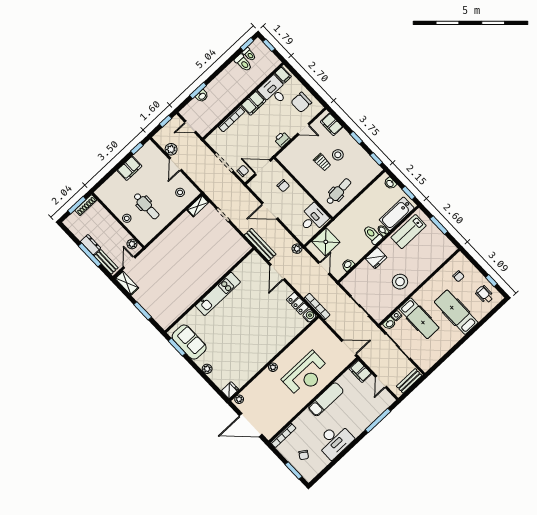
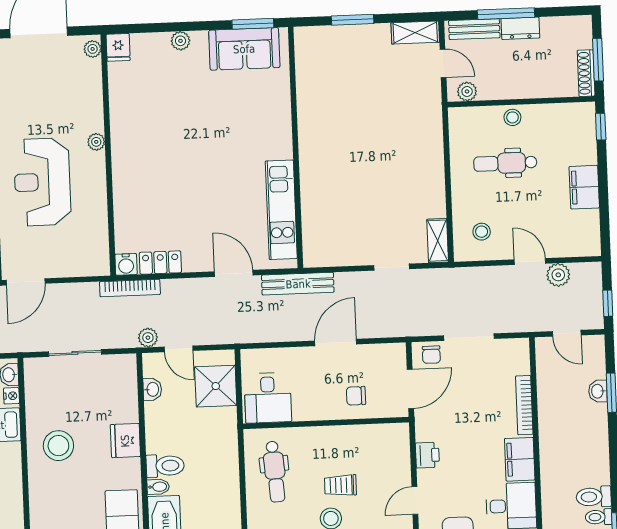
door: (190, 127) -> (567, 333), swing flipped
window: (137, 148) -> (601, 127), moved
plant: (297, 249) -> (148, 338), moved
kitchen unit: (218, 294) -> (281, 210), moved

